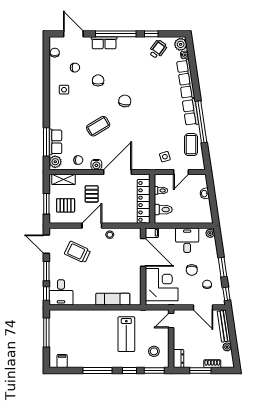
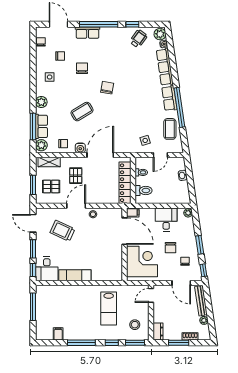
plant: (55, 116) -> (41, 102), added
exam couch: (113, 299) -> (75, 275), moved
filing cabinet: (62, 361) -> (58, 334), moved

